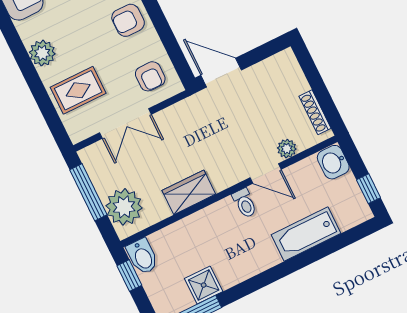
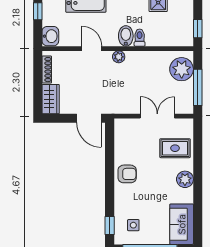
armchair: (150, 76) -> (130, 136), removed
plant: (287, 149) -> (119, 57), moved
wardrobe: (189, 192) -> (51, 99), moved, turned -90
toilet: (245, 203) -> (140, 38), moved
bidet: (142, 256) -> (126, 36), moved

